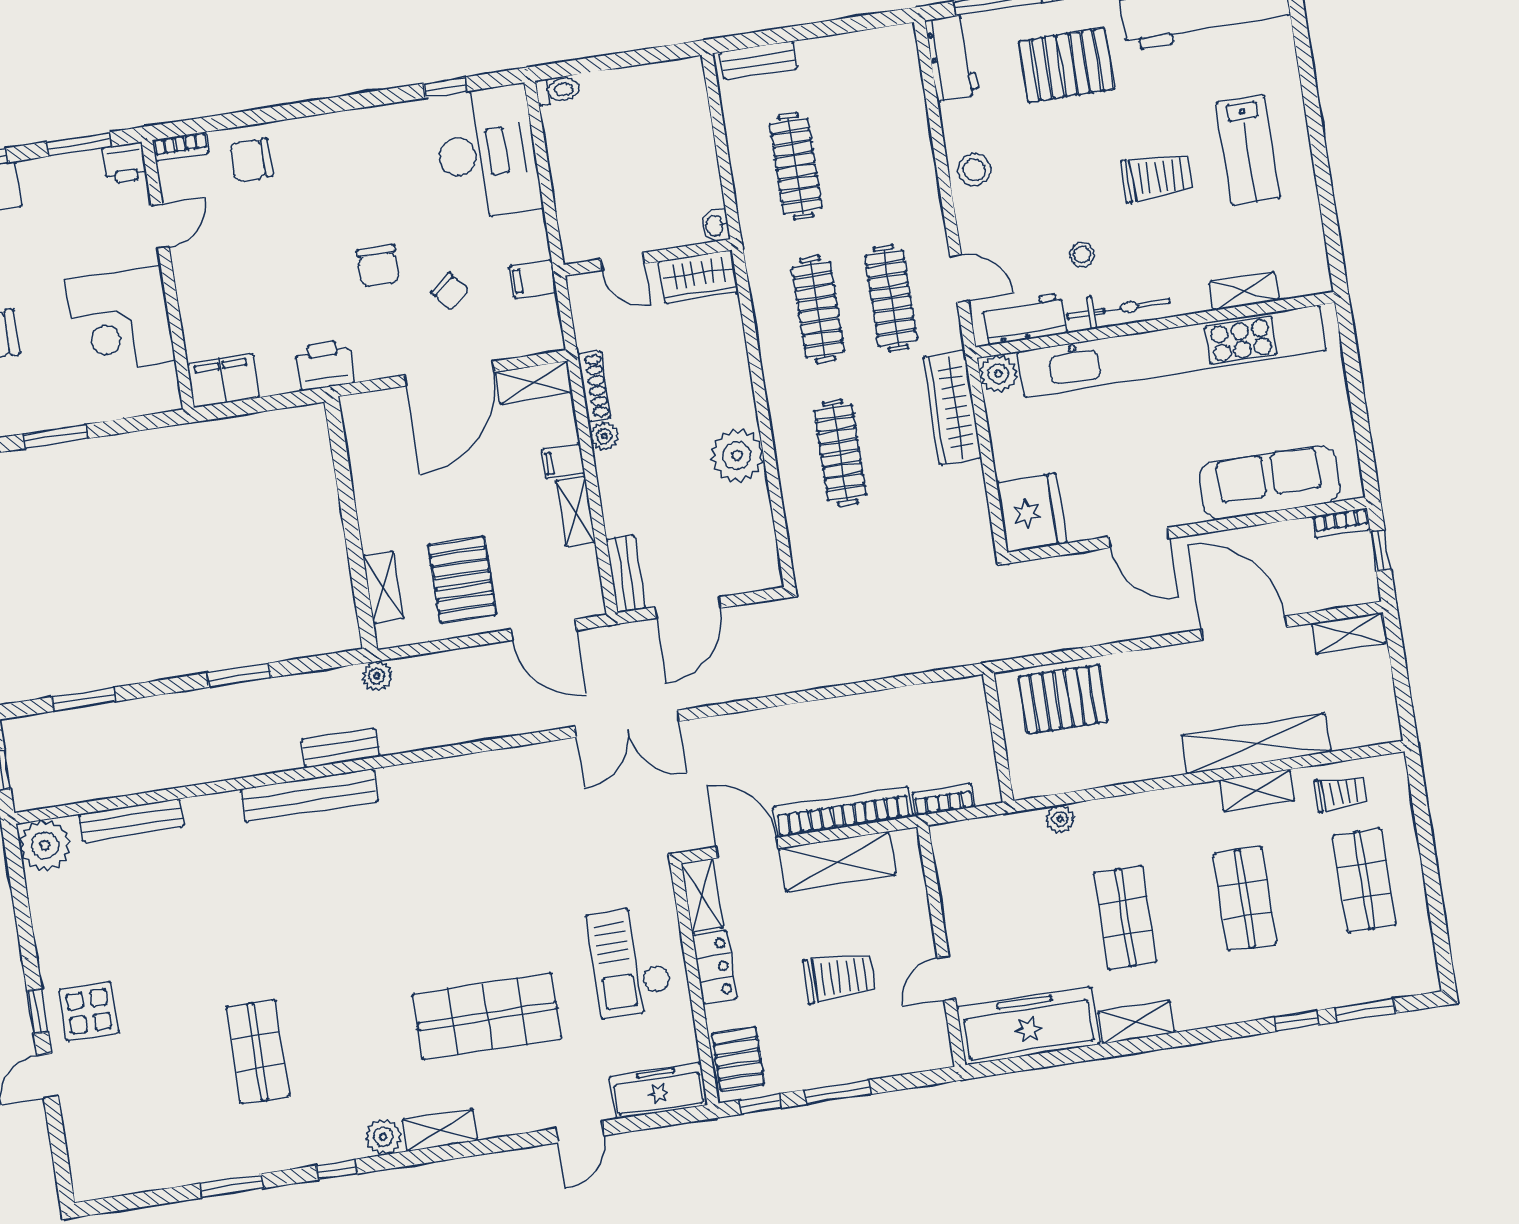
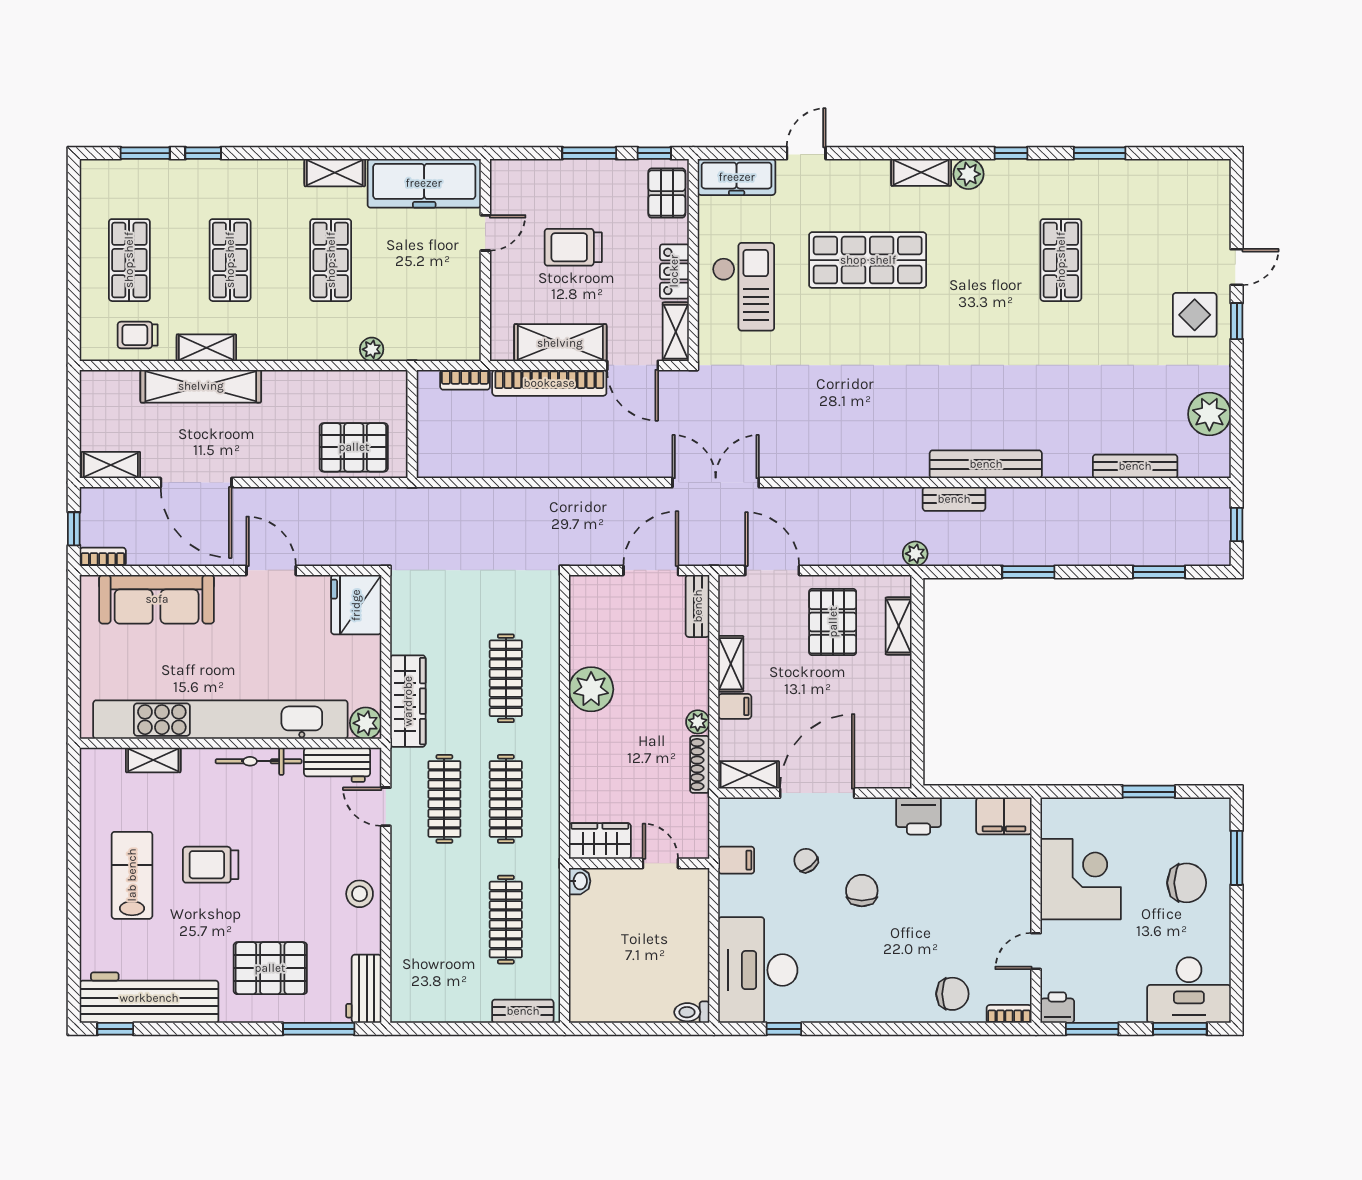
stool: (1082, 255) -> (282, 810), removed
plant: (45, 845) -> (1209, 414), moved

